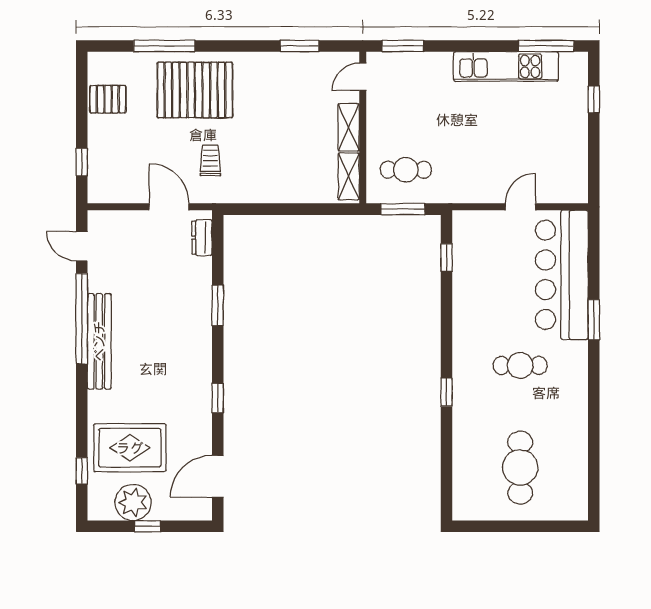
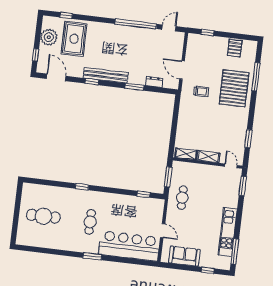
sofa: (569, 153) -> (184, 256), added
cafe table: (406, 170) -> (182, 198), moved
door: (169, 207) -> (182, 70), swing flipped
dresser: (202, 238) -> (154, 82), moved
window: (594, 320) -> (92, 256), moved
bench: (99, 341) -> (106, 75), moved
window: (148, 526) -> (36, 55), moved

